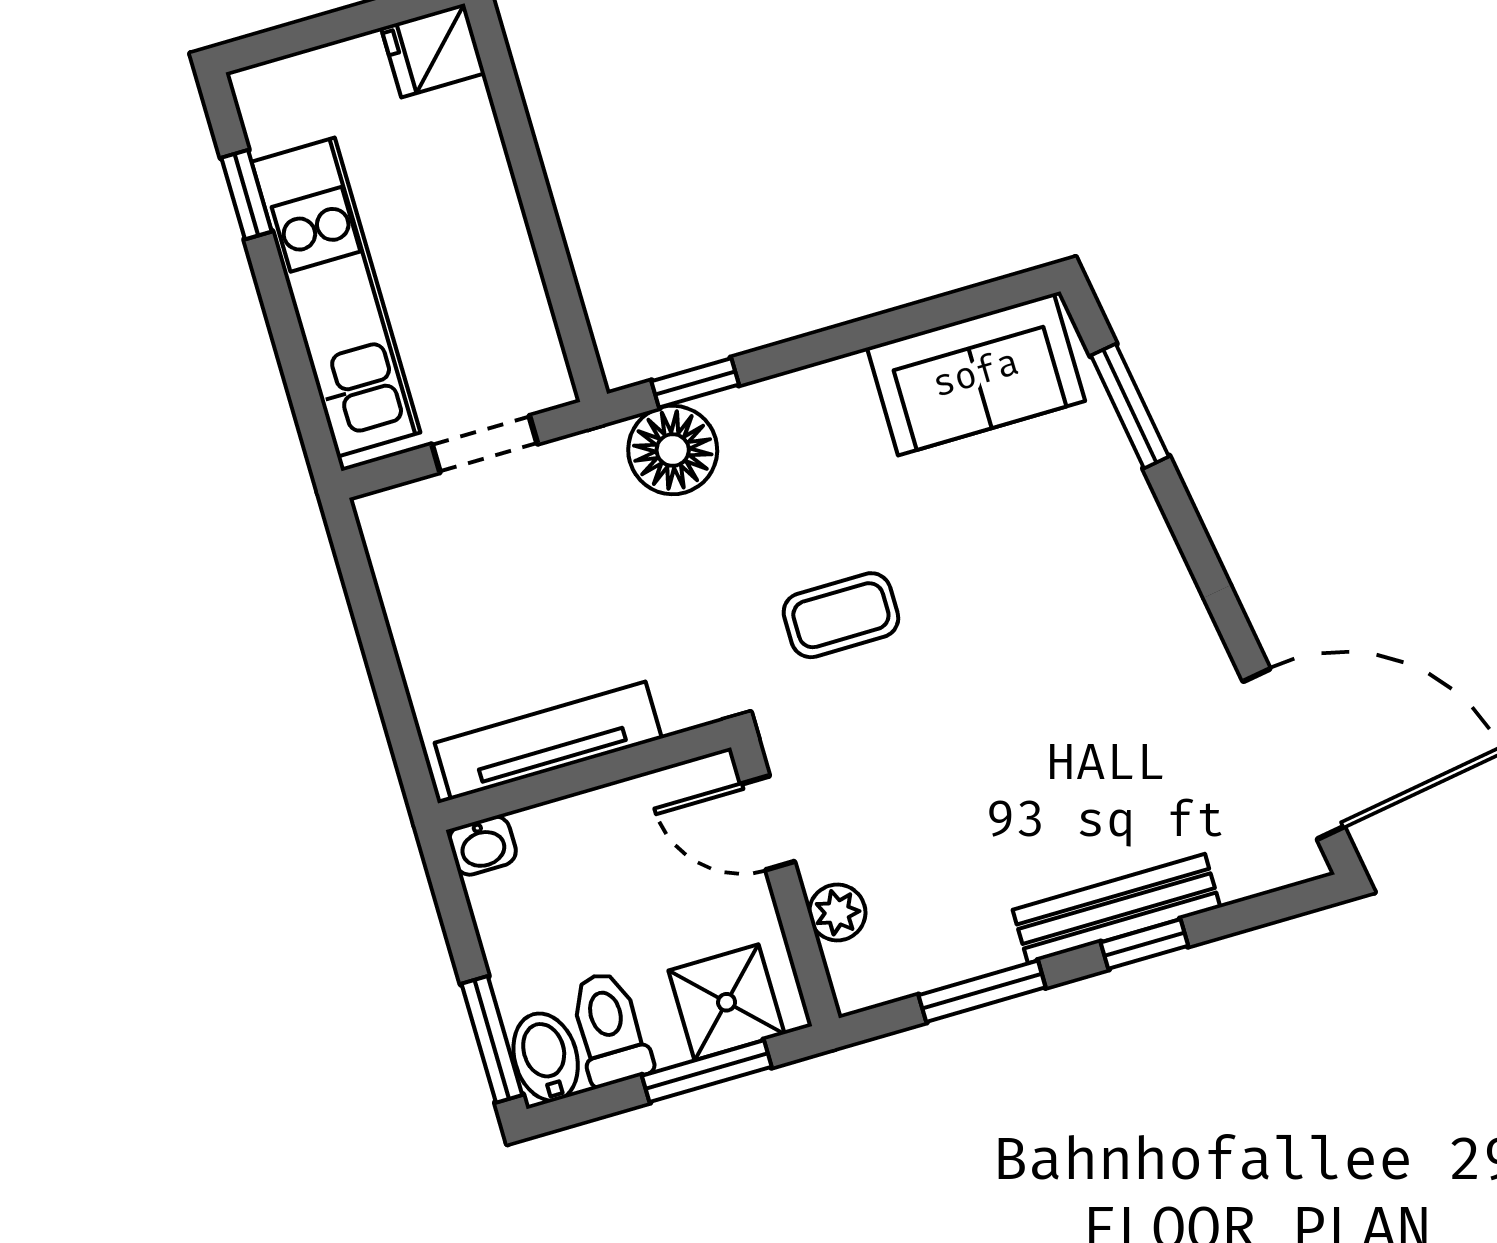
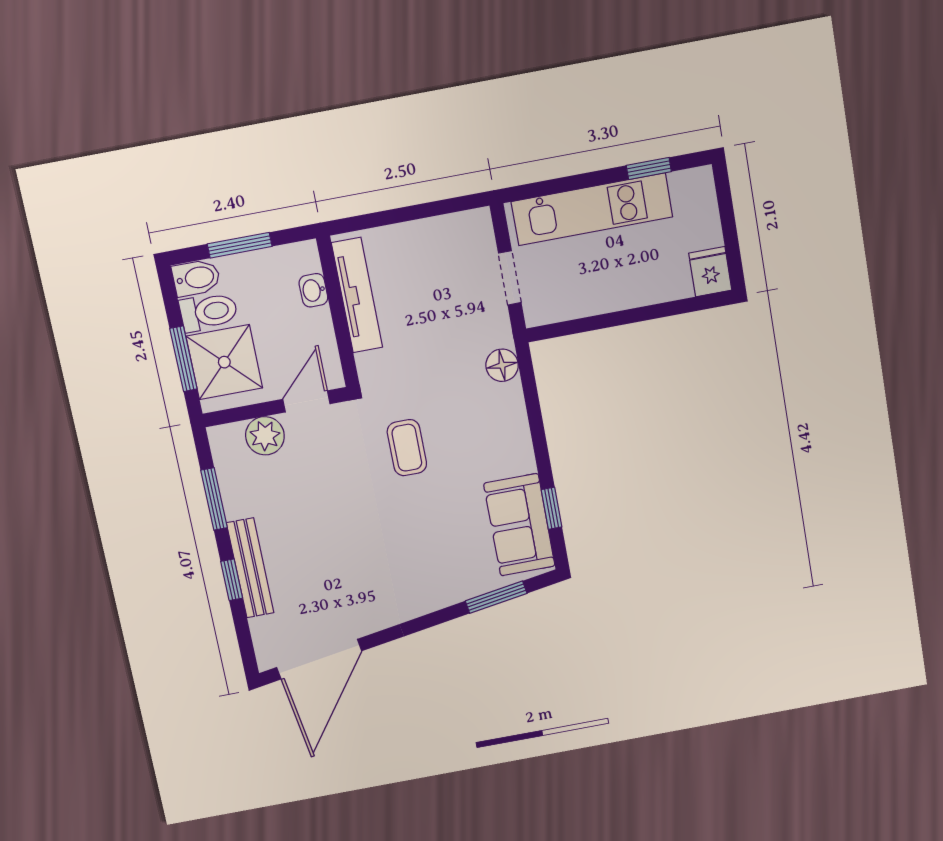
window: (695, 383) -> (552, 508), moved
floor lamp: (673, 450) -> (502, 365), width x0.73, depth x0.73
washbasin: (482, 846) -> (313, 290), moved
plant: (837, 912) -> (265, 436), width x1.38, depth x1.38
shower: (727, 1002) -> (224, 362), width x1.36, depth x1.36
window: (492, 1039) -> (240, 245), moved

